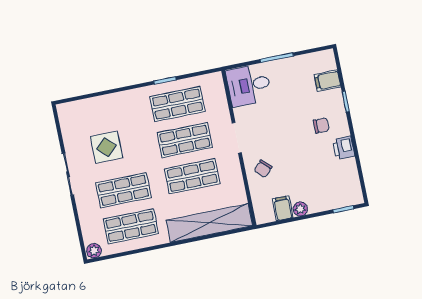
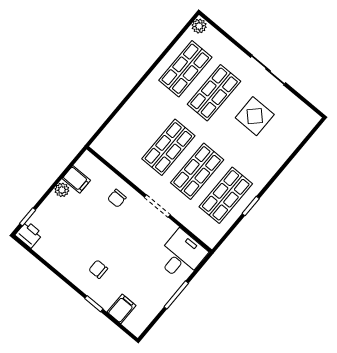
chair: (321, 125) -> (98, 269), turned 90
printer: (344, 148) -> (29, 235), moved
chair: (263, 169) -> (117, 198), turned -134
shelving: (209, 223) -> (125, 121), removed

